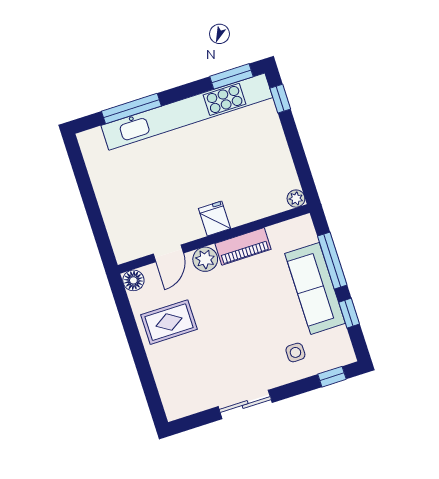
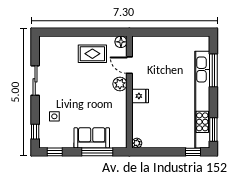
piano: (243, 246) -> (120, 106), removed
sofa: (315, 288) -> (92, 138), width x0.73
window: (349, 313) -> (55, 152), moved
rug: (169, 322) -> (92, 54), turned 90

